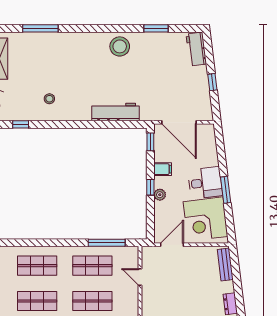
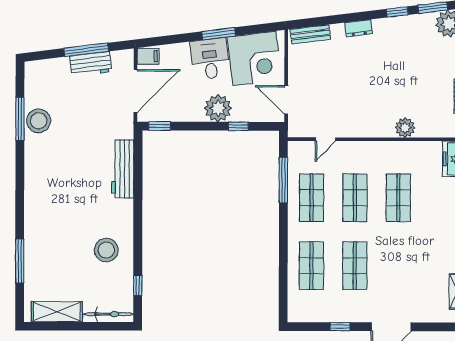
window: (156, 28) -> (20, 119), width x1.44
stool: (120, 46) -> (39, 121), moved
workbench: (196, 49) -> (91, 64), moved
window: (212, 82) -> (86, 50), width x2.17
stool: (49, 99) -> (106, 250), width x1.89, depth x1.89
filing cabinet: (163, 169) -> (148, 56), moved, turned 90
window: (150, 187) -> (238, 126), moved
plant: (160, 195) -> (218, 108), width x1.88, depth x1.88

